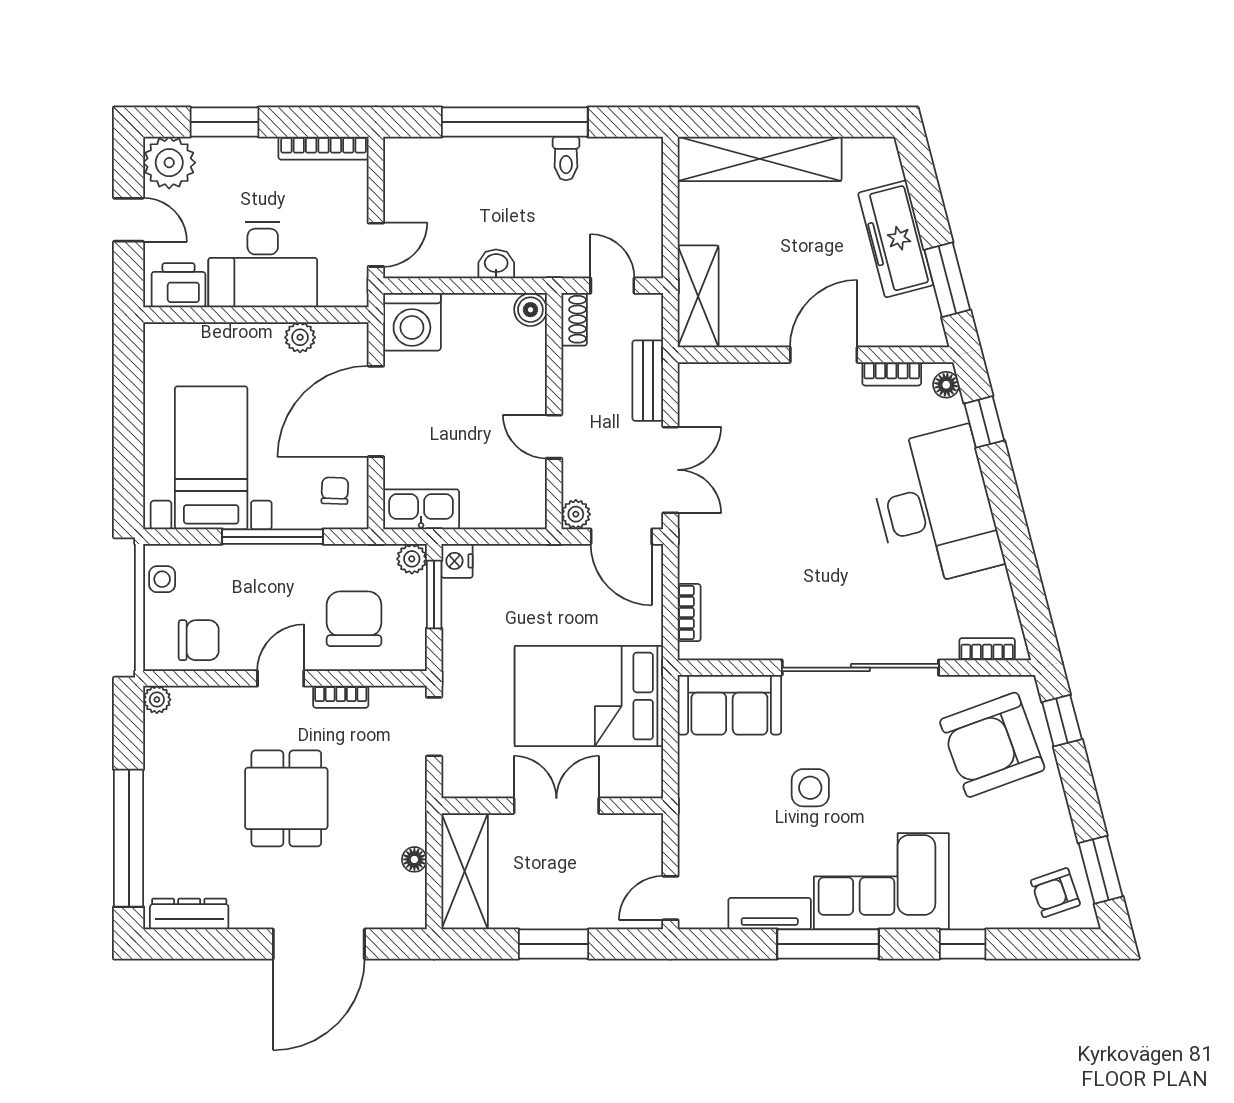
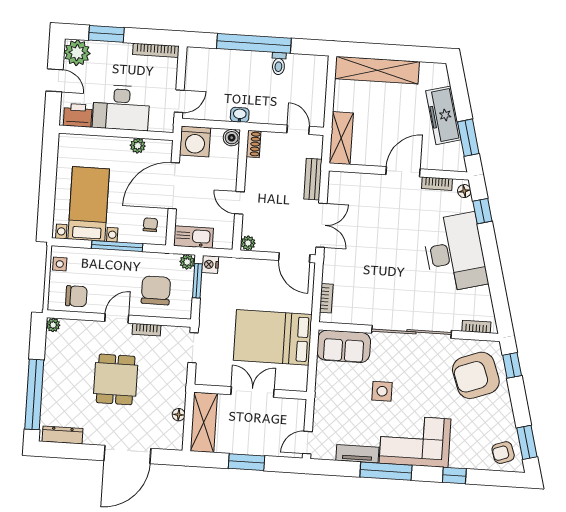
boiler: (530, 310) -> (232, 138), moved
shoe rack: (574, 319) -> (254, 144), moved
wall: (554, 411) -> (240, 190), moved
door: (554, 437) -> (239, 203), moved
plant: (576, 514) -> (248, 243), moved

